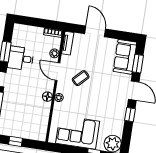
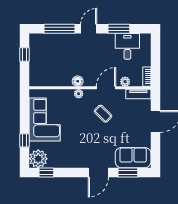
desk: (21, 58) -> (127, 46), moved
window: (130, 115) -> (46, 173), moved

